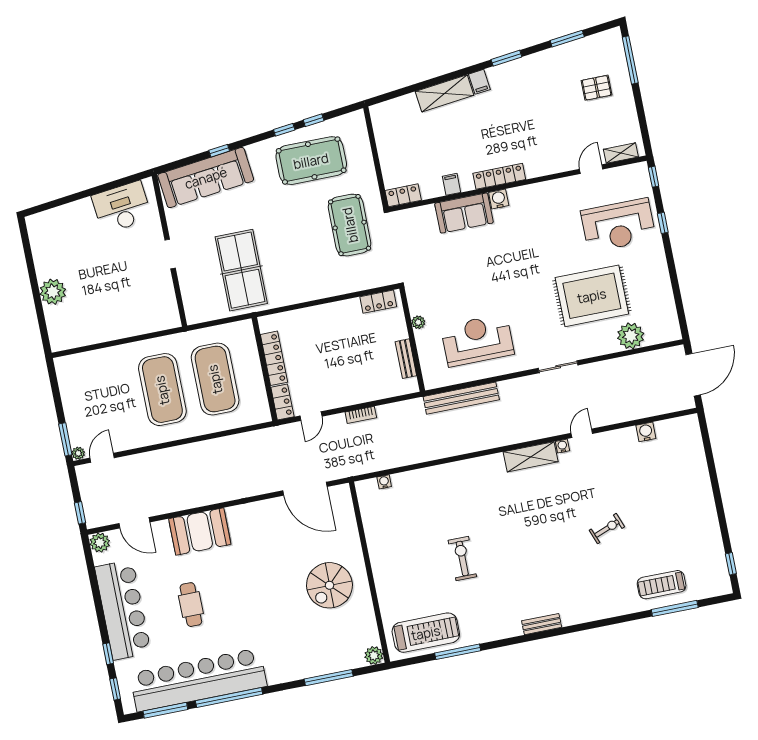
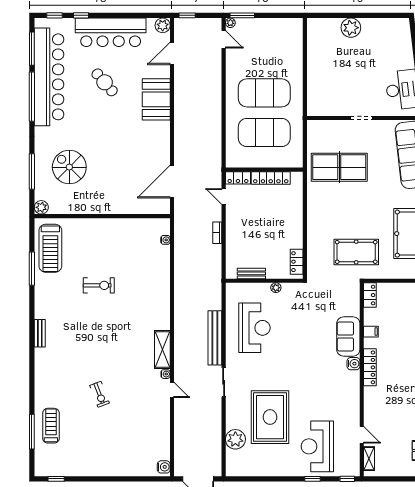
bench: (461, 398) -> (215, 338), moved
water cooler: (646, 432) -> (164, 467), moved
spiral stairs: (329, 585) -> (69, 167), moved
cafe table: (191, 605) -> (105, 82), turned 49

